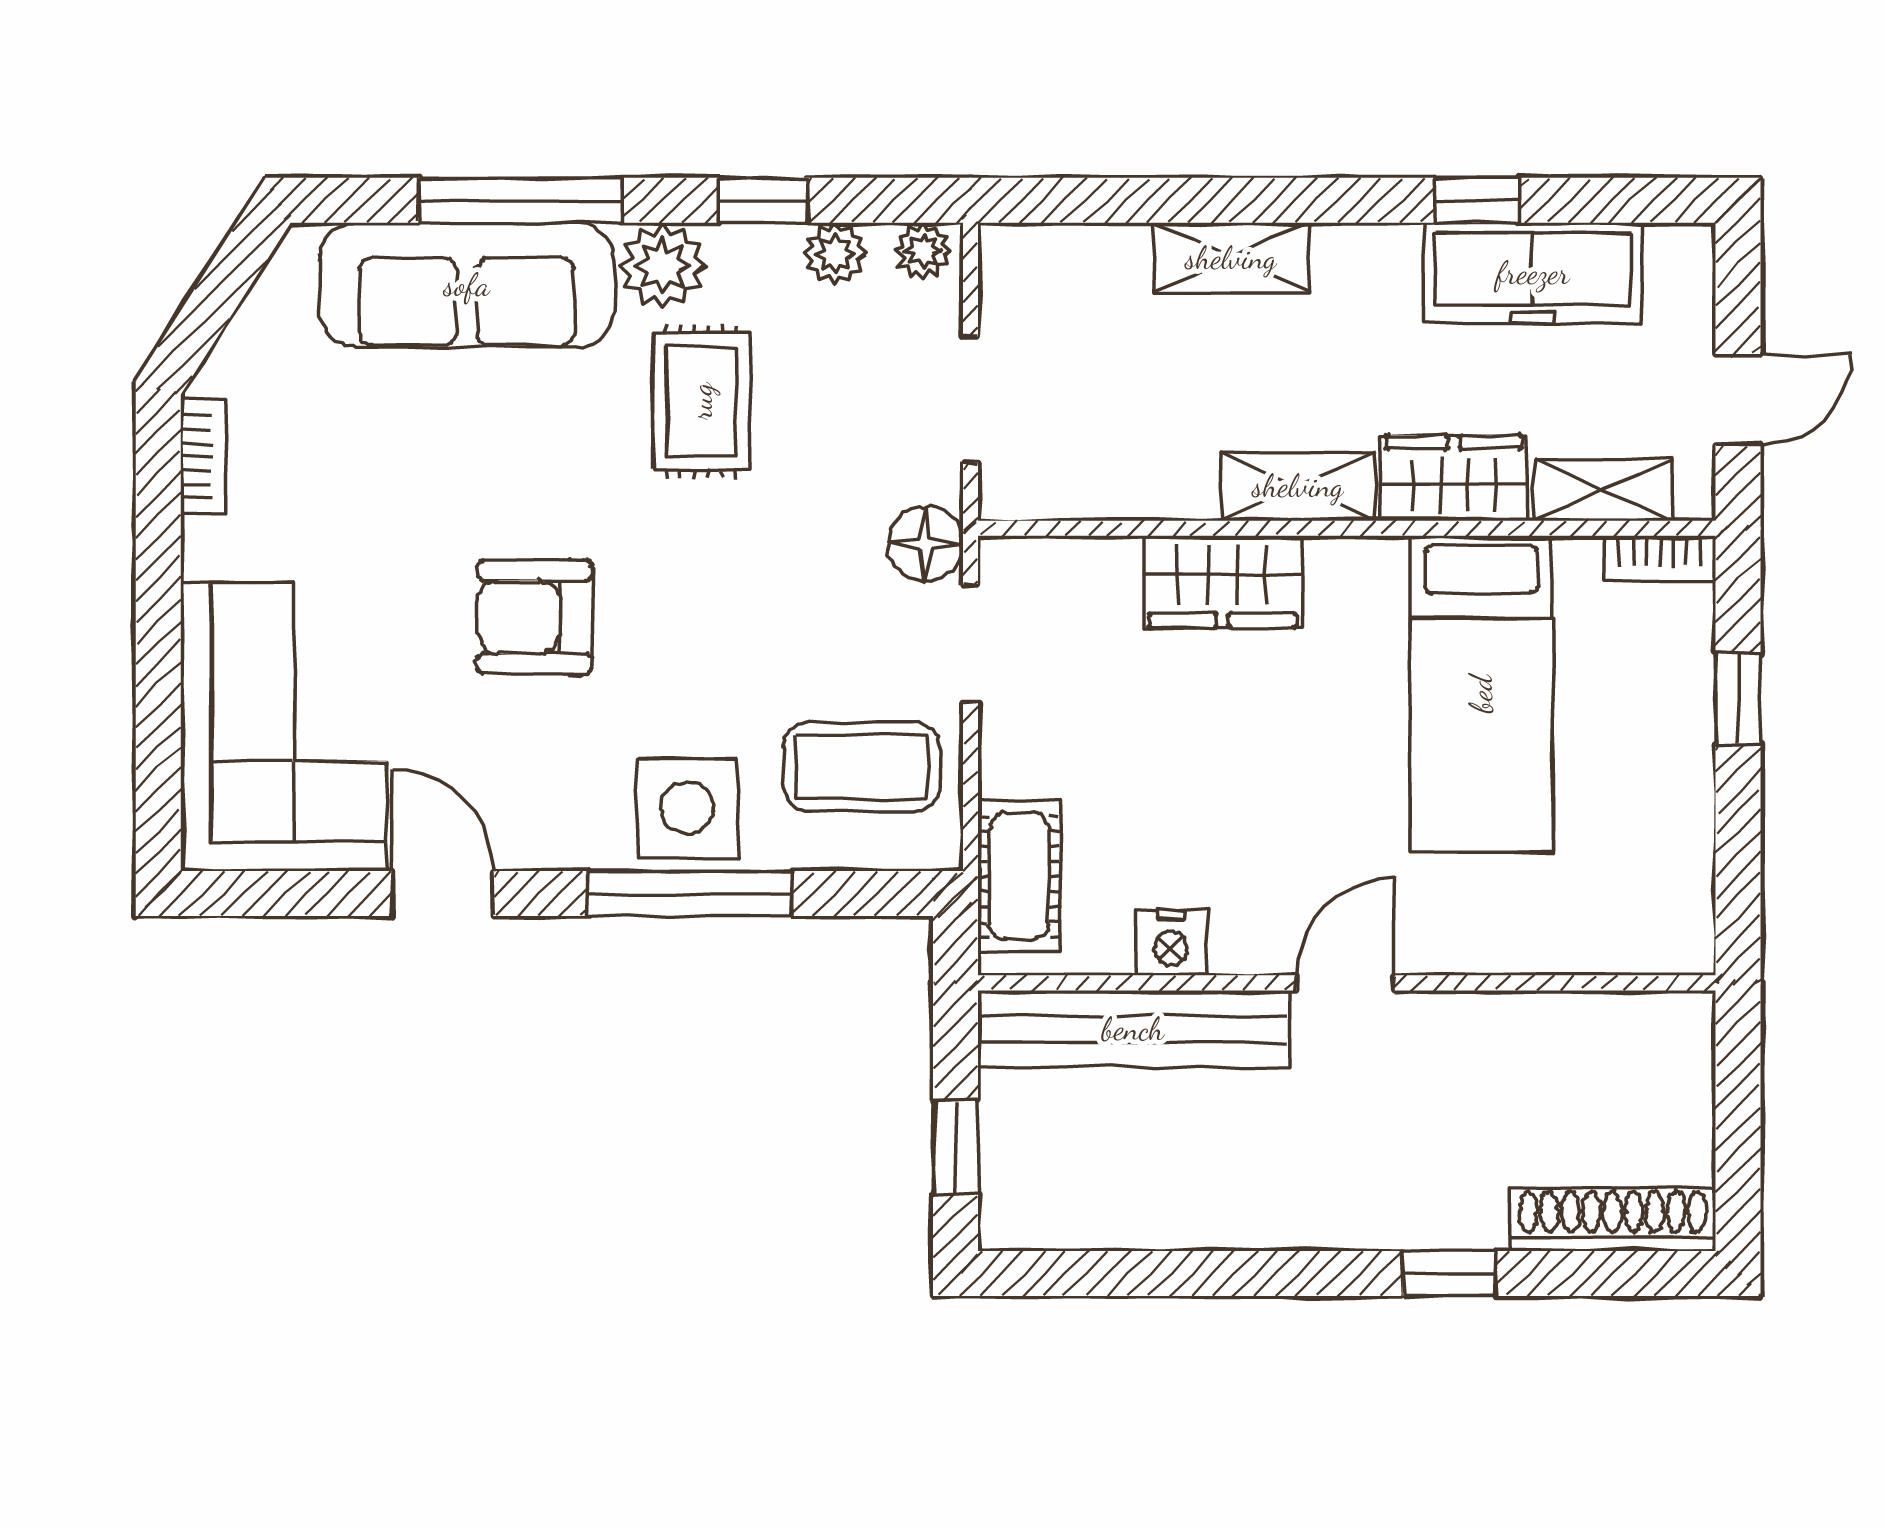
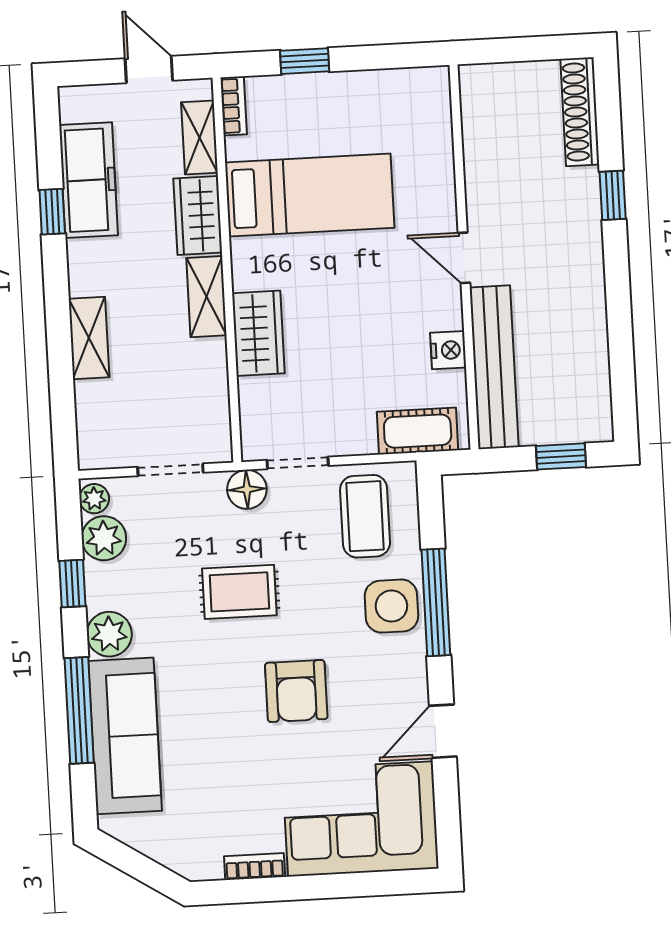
plant: (835, 254) -> (104, 538), width x1.38, depth x1.38
rug: (701, 401) -> (239, 592), moved
bookcase: (203, 457) -> (255, 867), moved

